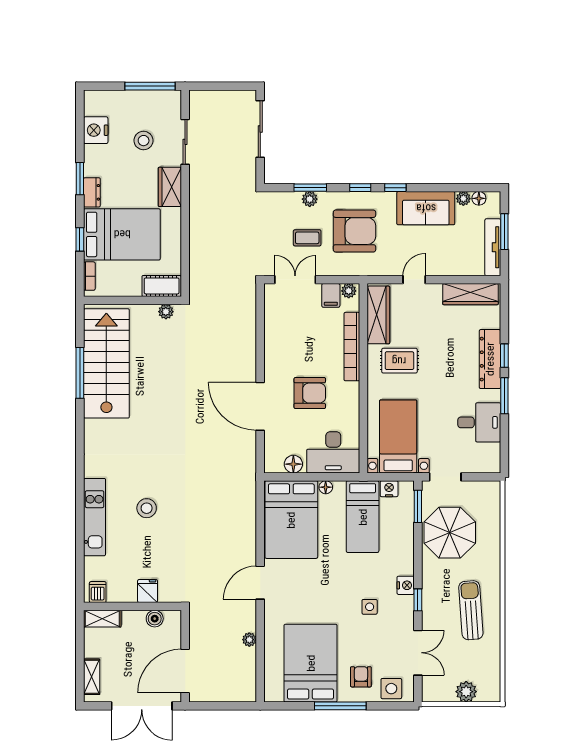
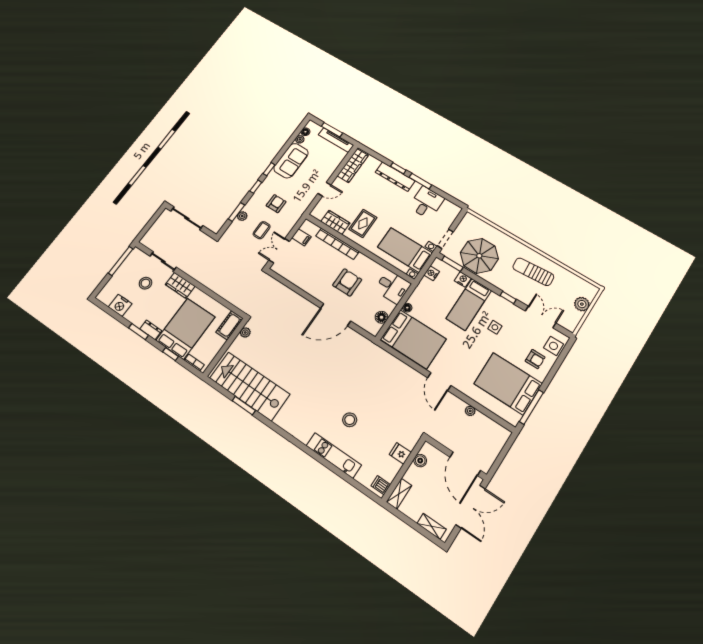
armchair: (354, 231) -> (276, 204), width x0.53, depth x0.53
door: (414, 280) -> (324, 189), swing flipped
plant: (349, 291) -> (306, 226), removed
wardrobe: (378, 315) -> (335, 222), width x0.67
window: (80, 373) -> (244, 406), width x0.69
desk: (333, 452) -> (393, 287), width x0.73
bed: (363, 517) -> (469, 304), moved, turned 90
nightstand: (406, 585) -> (463, 279), moved
armchair: (361, 677) -> (535, 359), turned 180
window: (340, 706) -> (531, 407), moved

